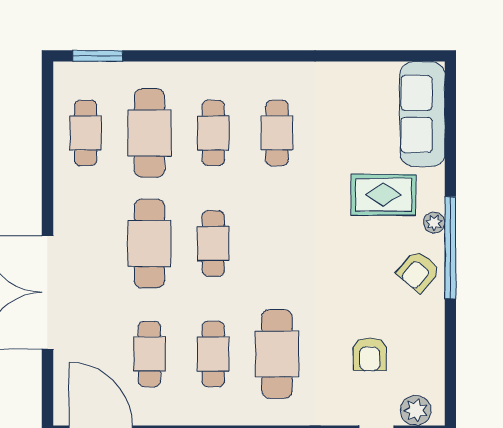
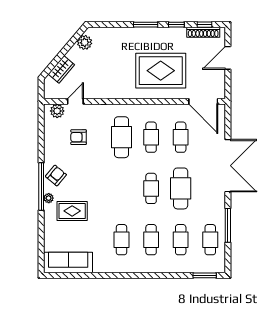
sofa: (422, 114) -> (68, 263), moved, turned -90
cafe table: (149, 133) -> (181, 240), width x0.73, depth x0.74
window: (47, 164) -> (228, 225), added
armchair: (370, 354) -> (79, 137), turned -90

